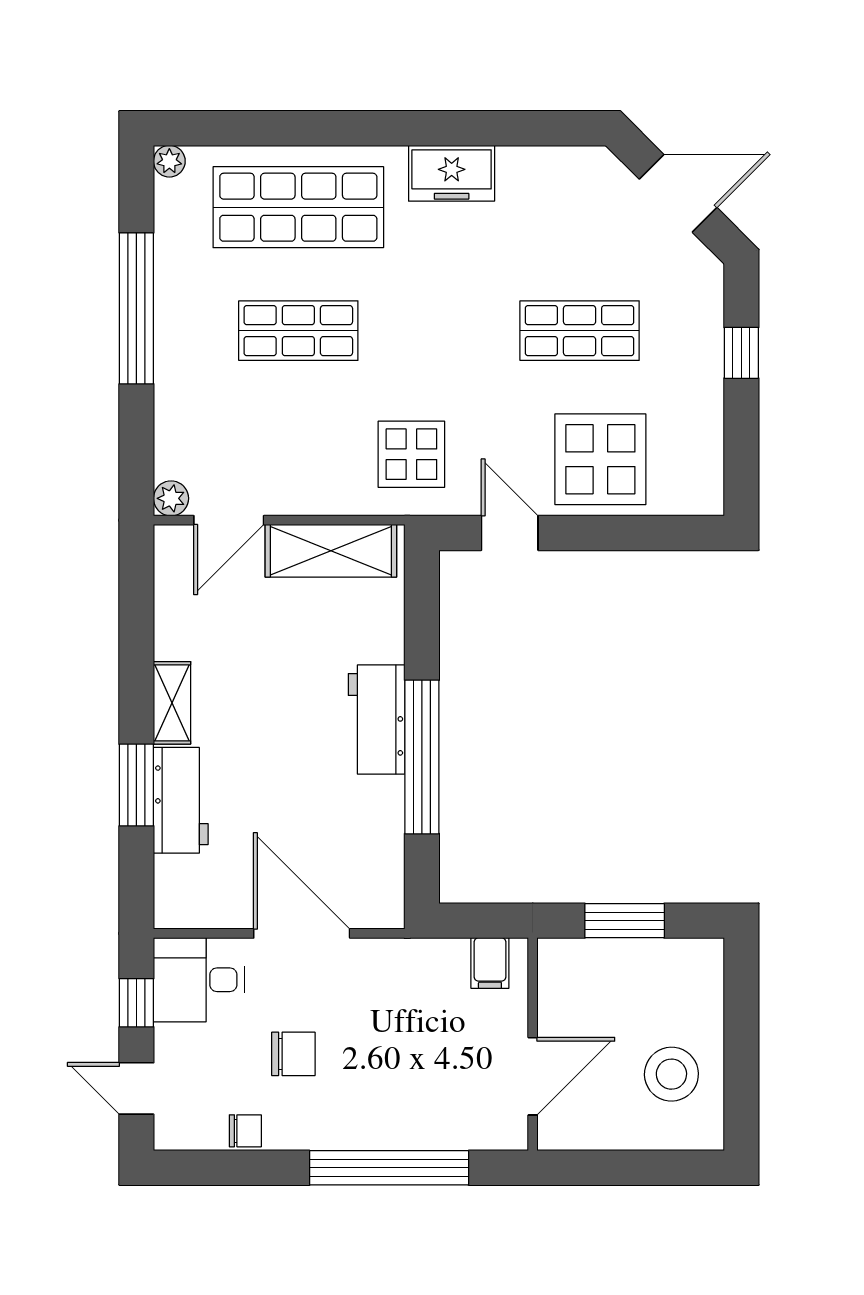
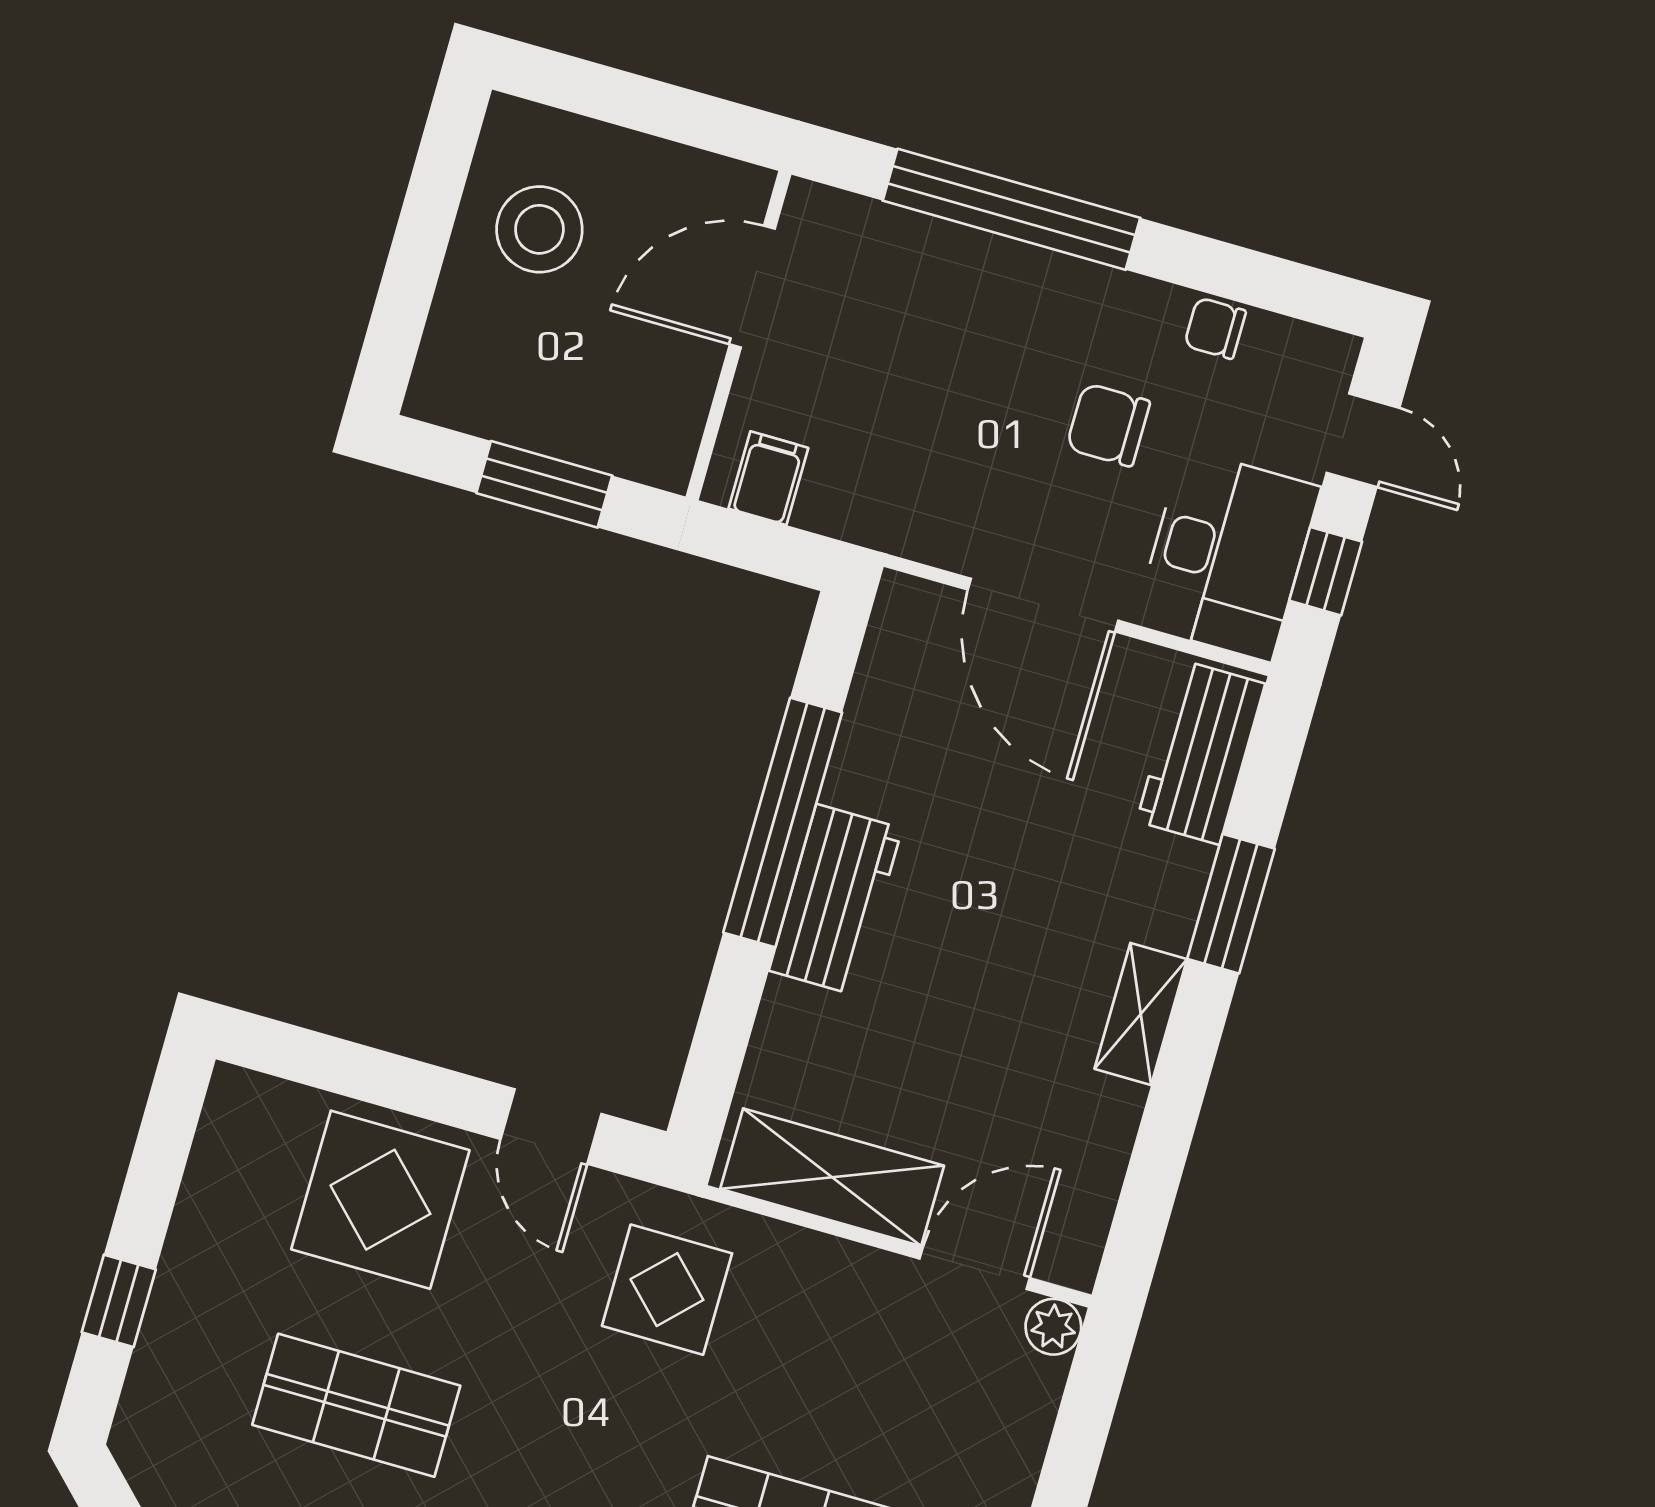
workbench: (181, 800) -> (1201, 753), moved
desk: (199, 980) -> (1227, 555), width x1.37

